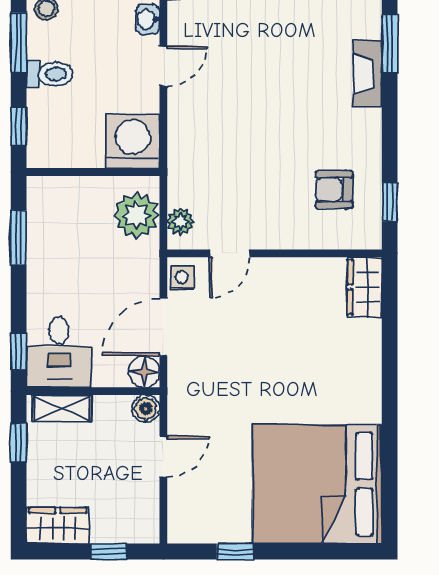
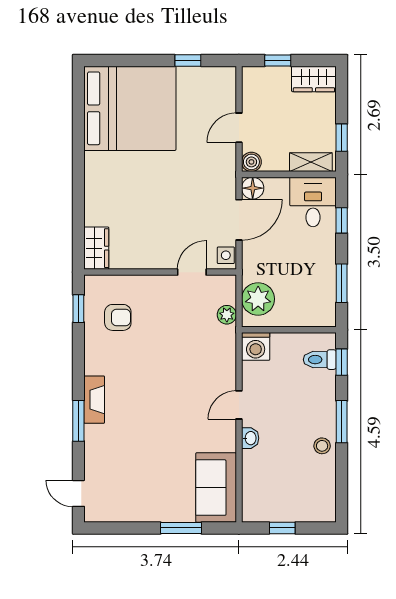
toilet: (49, 74) -> (320, 360), moved
washing machine: (133, 141) -> (256, 346), width x0.73, depth x0.73
plant: (181, 221) -> (227, 315), moved
window: (19, 352) -> (342, 220), moved

